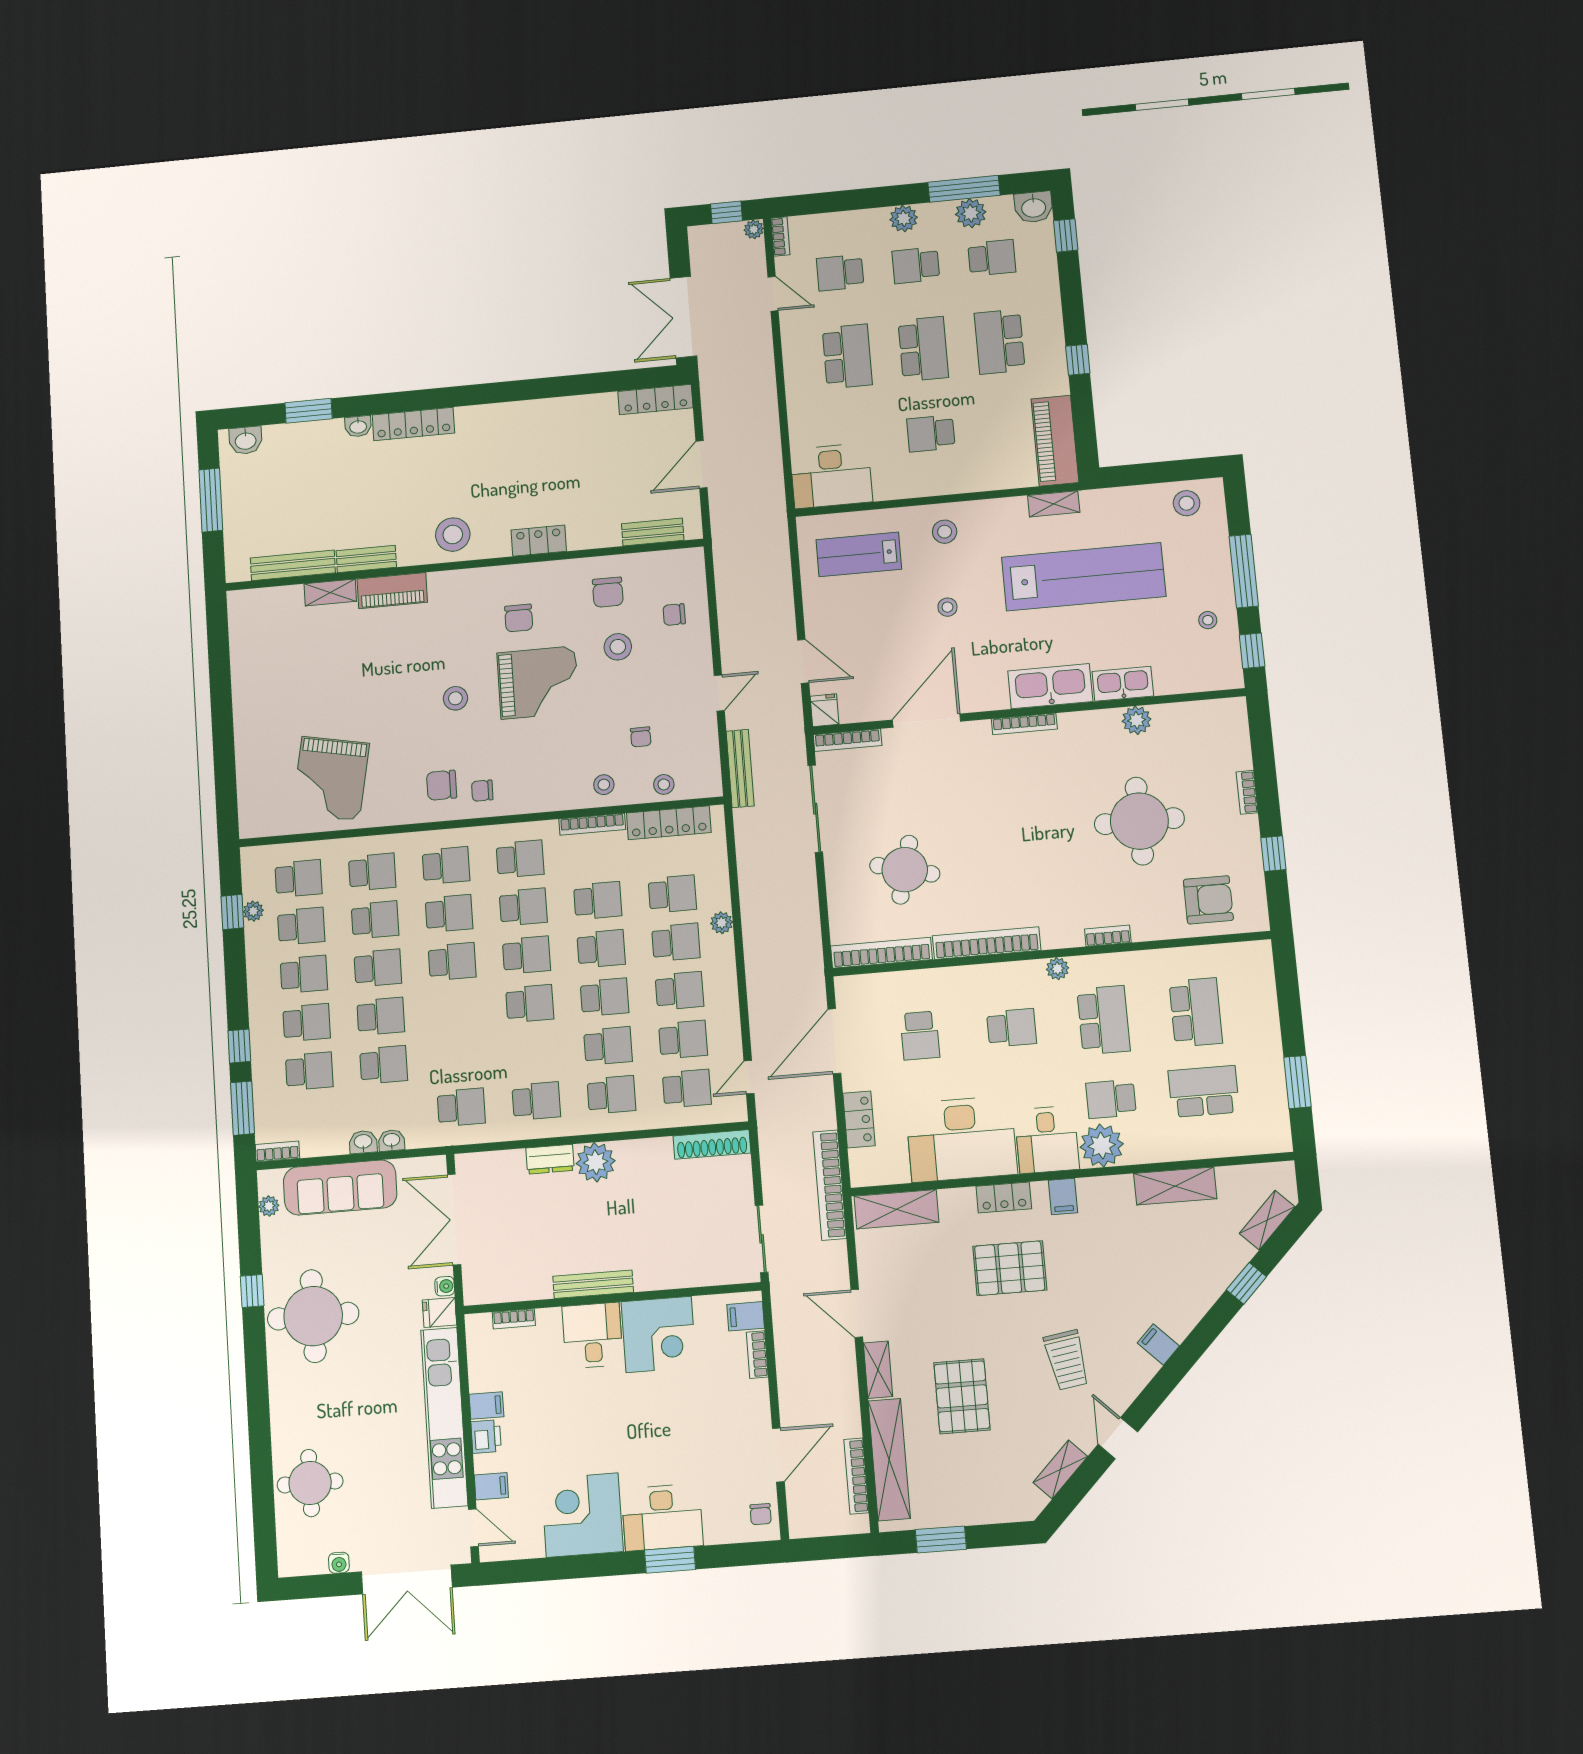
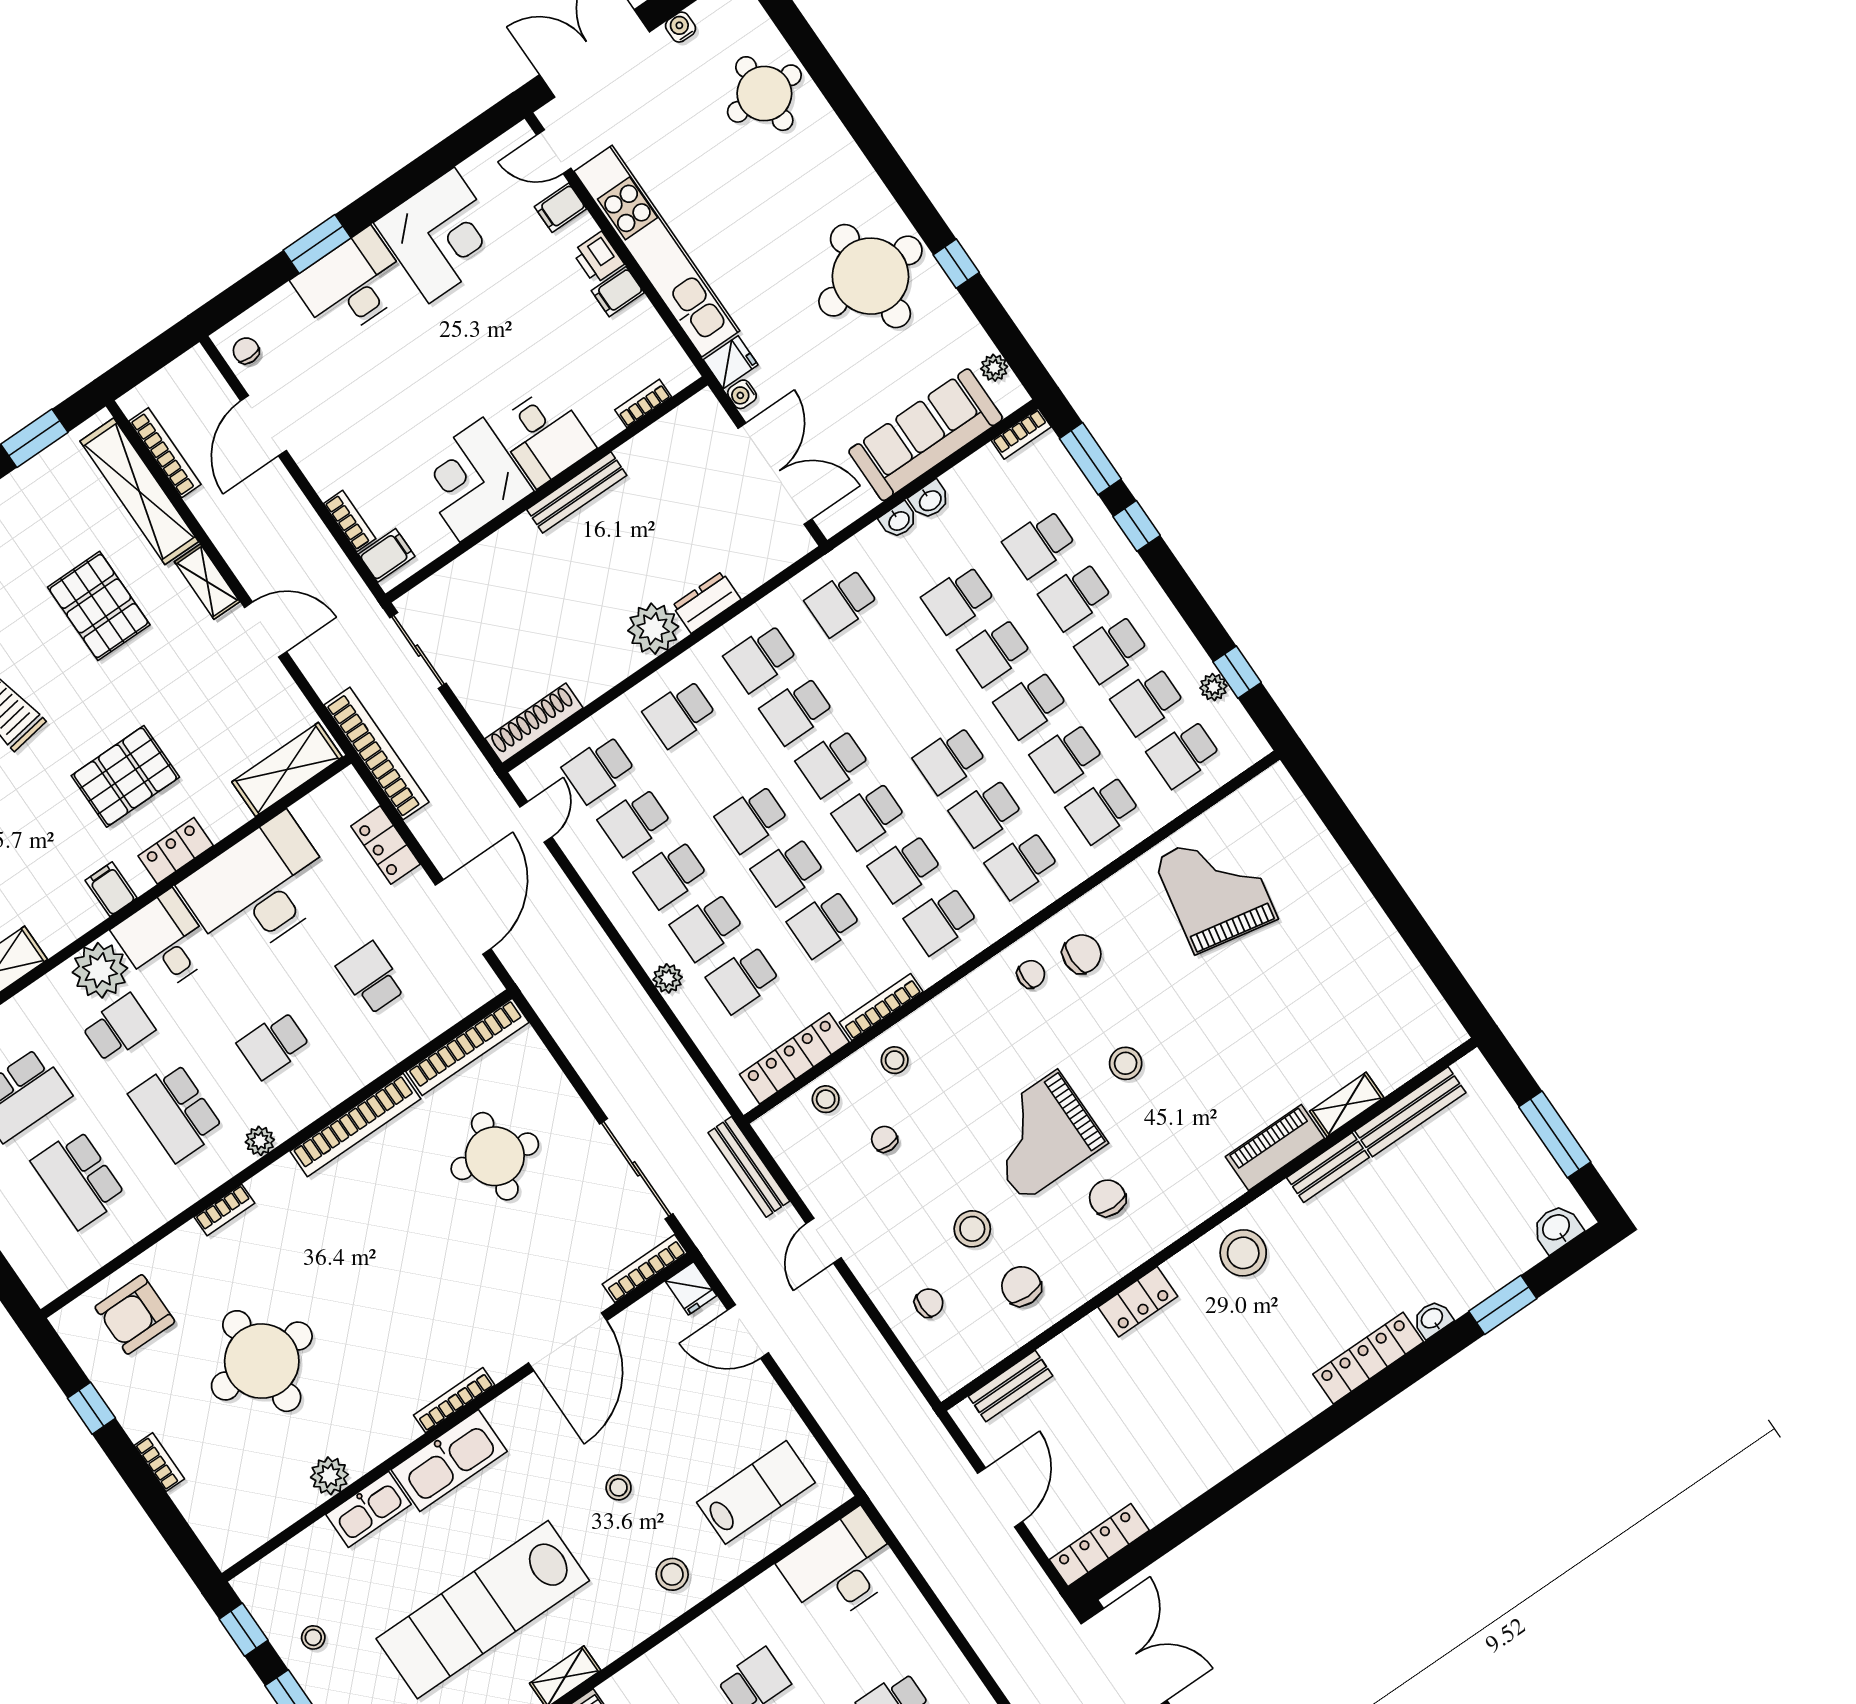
school desk: (608, 1046) -> (796, 711), moved

